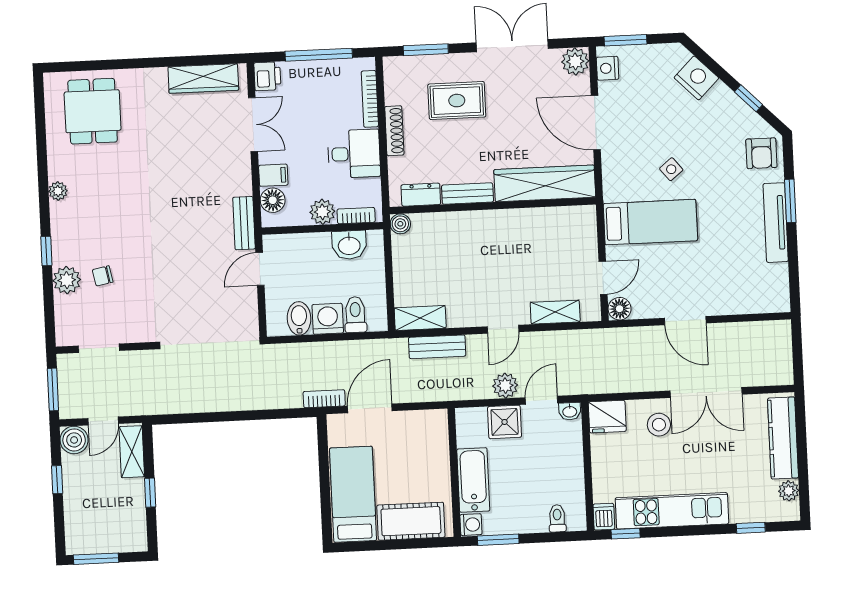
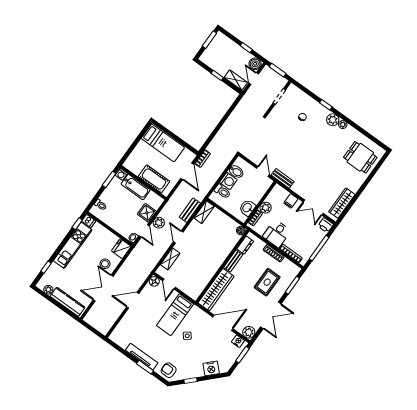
floor lamp: (273, 200) -> (283, 194), removed
plant: (67, 280) -> (333, 120), moved
cot: (411, 521) -> (154, 179), moved, turned 90

